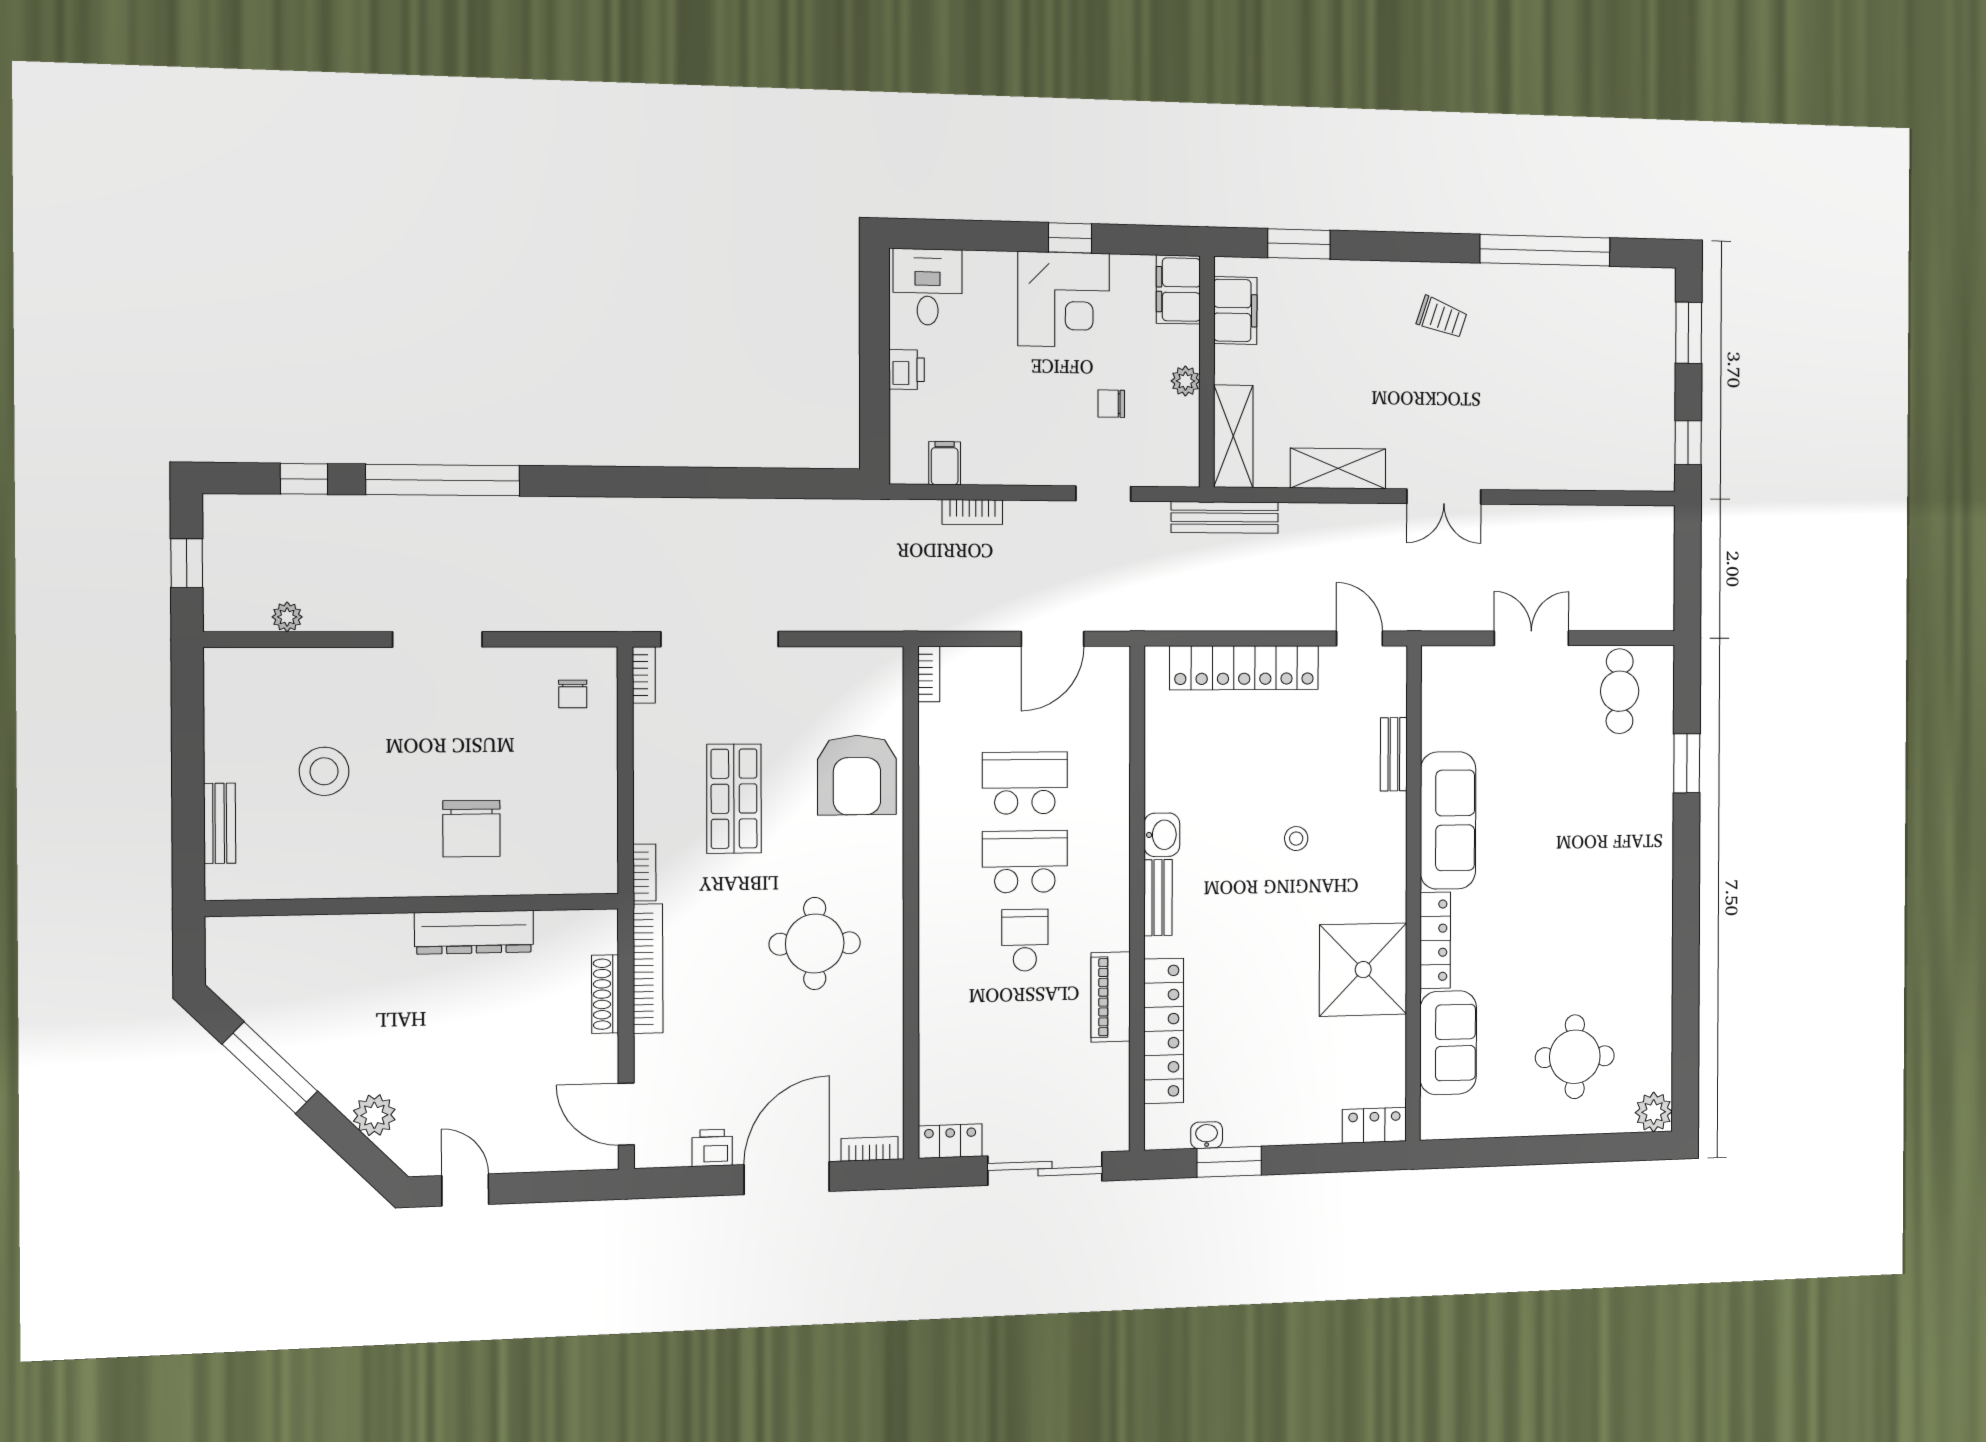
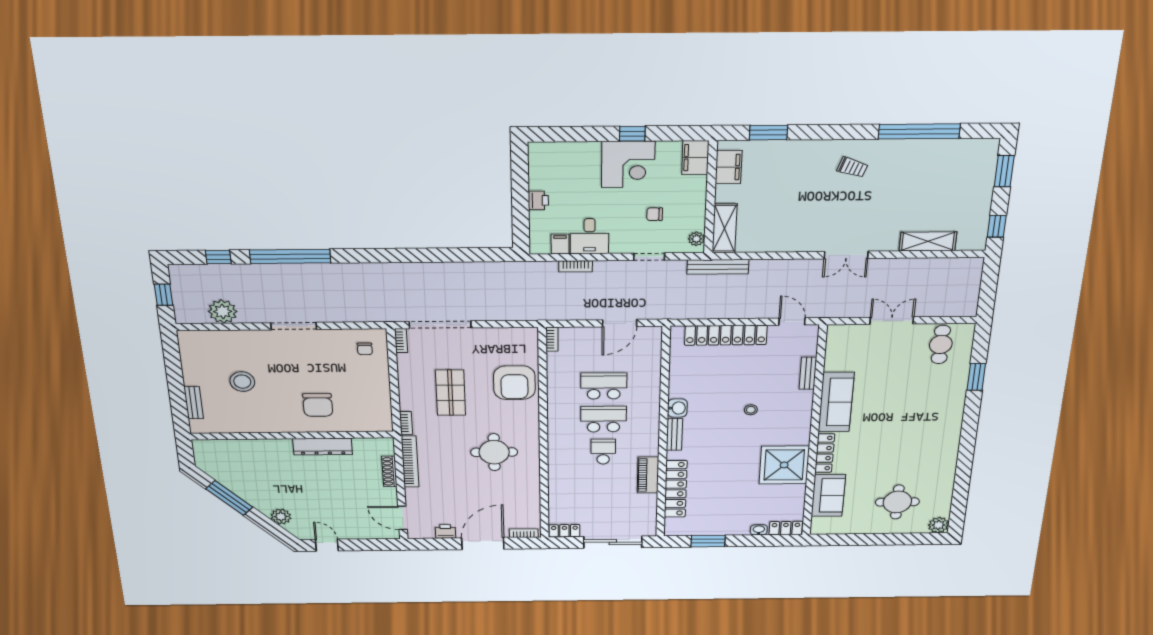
desk: (928, 287) -> (590, 236), moved, turned 180
plant: (1185, 381) -> (696, 239), moved
shelving: (1338, 468) -> (928, 241), moved
plant: (287, 617) -> (223, 312), width x1.88, depth x1.88
washbasin: (1207, 1135) -> (759, 530), moved

